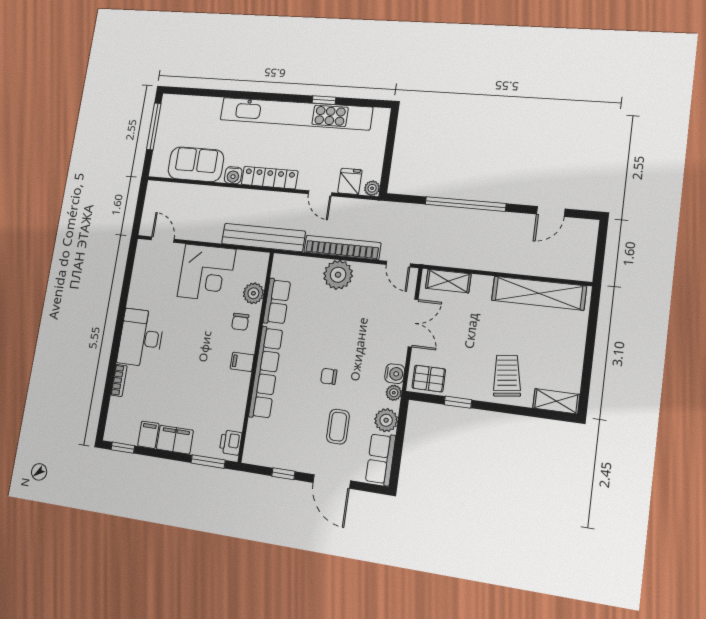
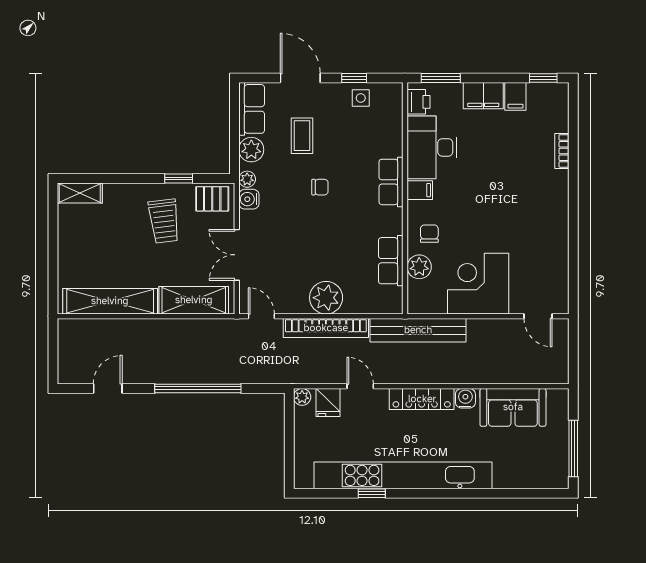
shelving: (448, 281) -> (194, 300), width x1.50, depth x1.33
desk: (141, 338) -> (432, 147), moved, turned 180
row of seats: (266, 373) -> (391, 182), width x0.50
trolley: (507, 376) -> (164, 221), moved
side table: (280, 454) -> (361, 98), added

